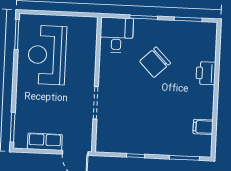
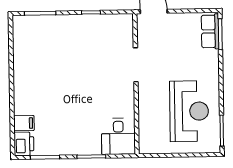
chair: (155, 62) -> (77, 111), removed
printer: (206, 73) -> (24, 144), moved
filing cabinet: (203, 127) -> (24, 123), moved
row of seats: (45, 142) -> (210, 31), moved, turned 90

